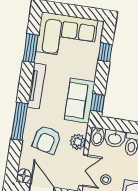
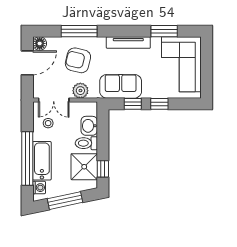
window: (105, 52) -> (159, 104), moved
window: (97, 103) -> (133, 104), moved
window: (19, 121) -> (79, 31), moved
bidet: (97, 137) -> (88, 109), removed

